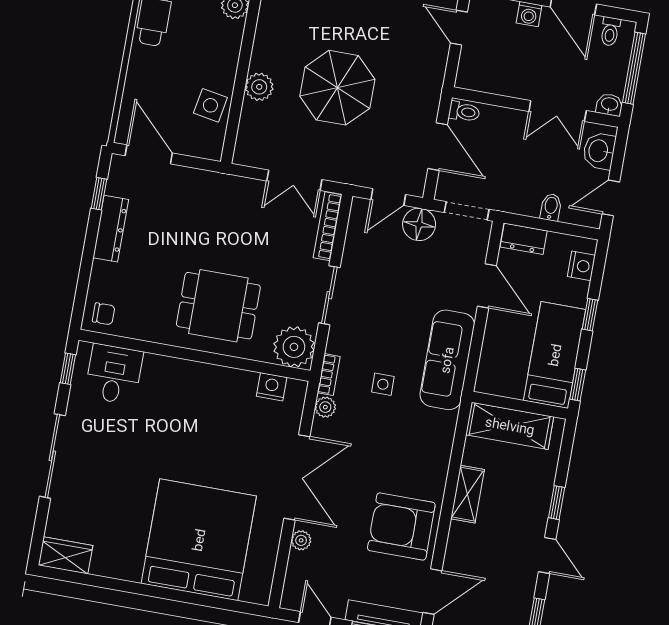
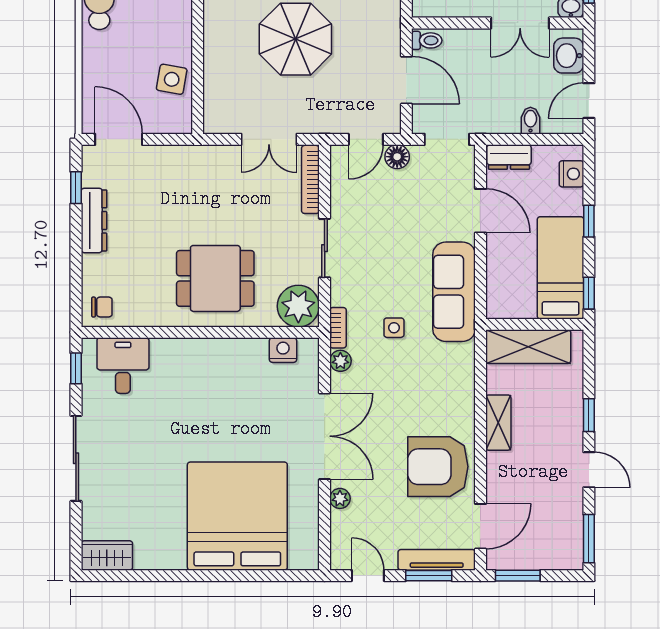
plant: (259, 87) -> (217, 52), removed
floor lamp: (419, 224) -> (397, 157), width x0.73, depth x0.73

